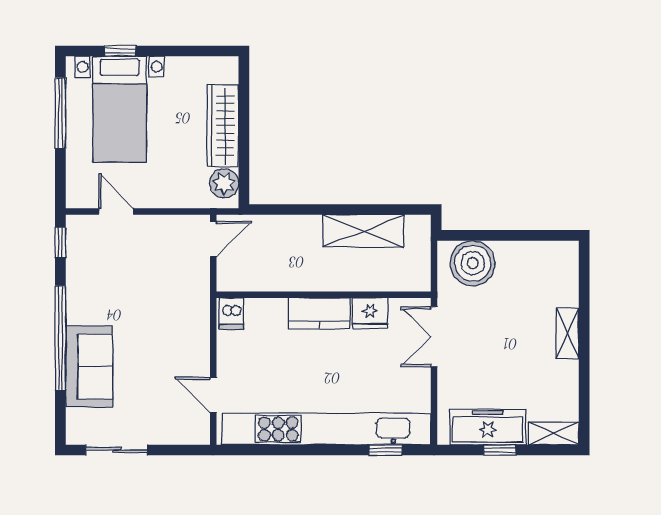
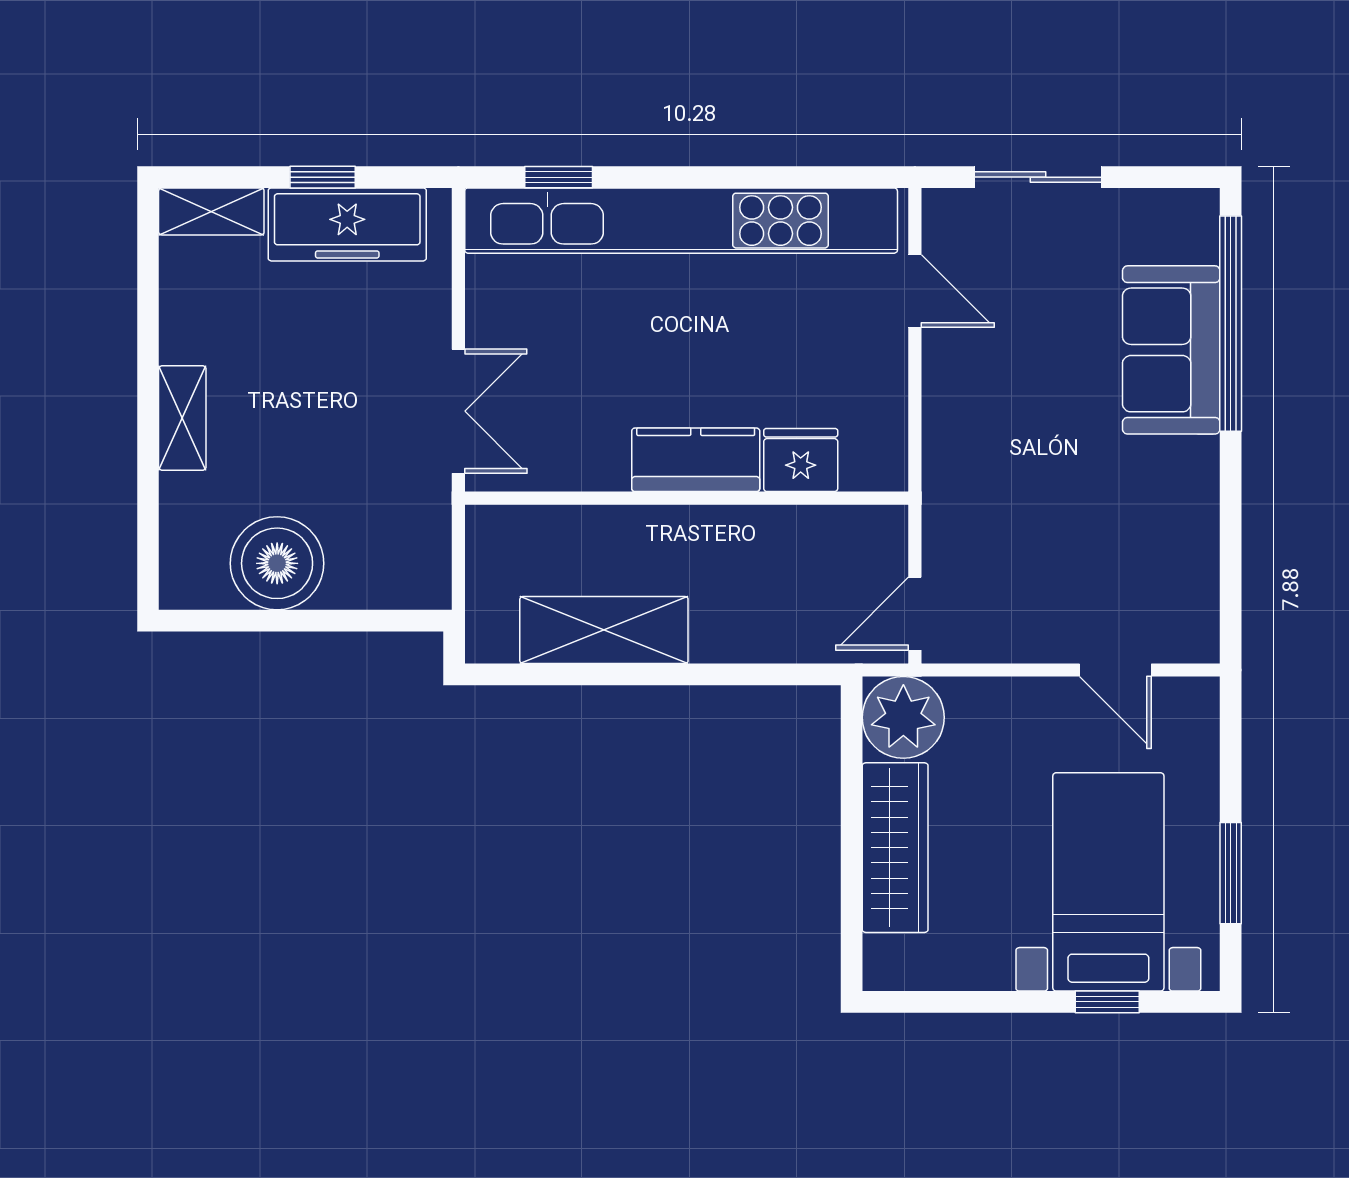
window: (60, 113) -> (1231, 873), width x0.69
plant: (224, 183) -> (903, 717), width x1.36, depth x1.36
window: (60, 242) -> (1231, 606), removed
boiler: (473, 263) -> (277, 563), moved
fridge: (370, 313) -> (801, 460), moved
dishwasher: (231, 314) -> (877, 459), removed
window: (60, 338) -> (1231, 324), moved
sliding door: (116, 450) -> (1038, 177), moved

